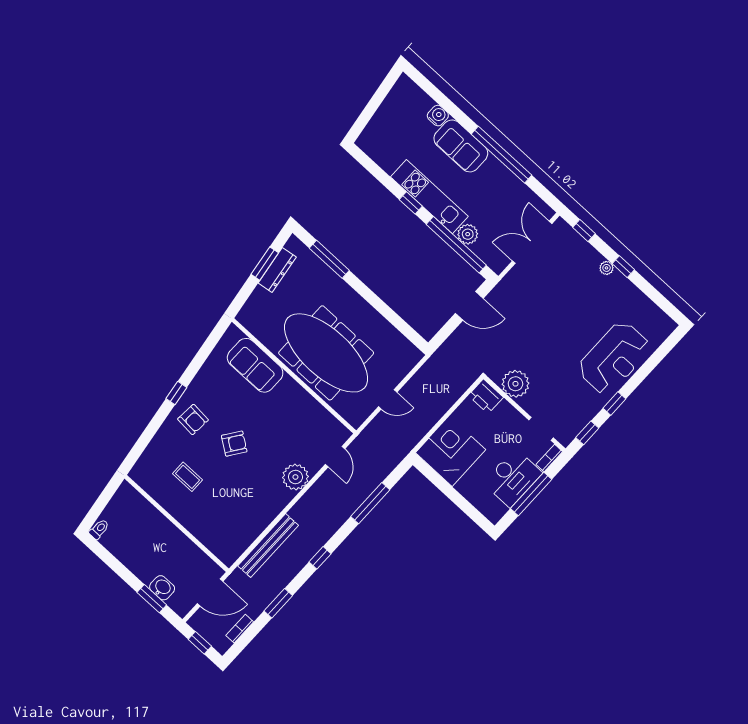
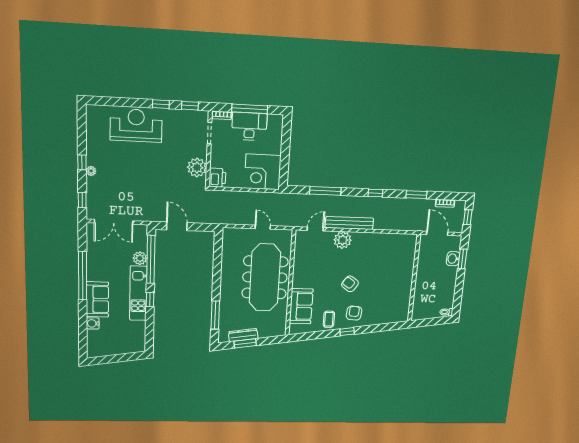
coffee table: (188, 477) -> (329, 319), moved
bench: (268, 546) -> (349, 223), moved

